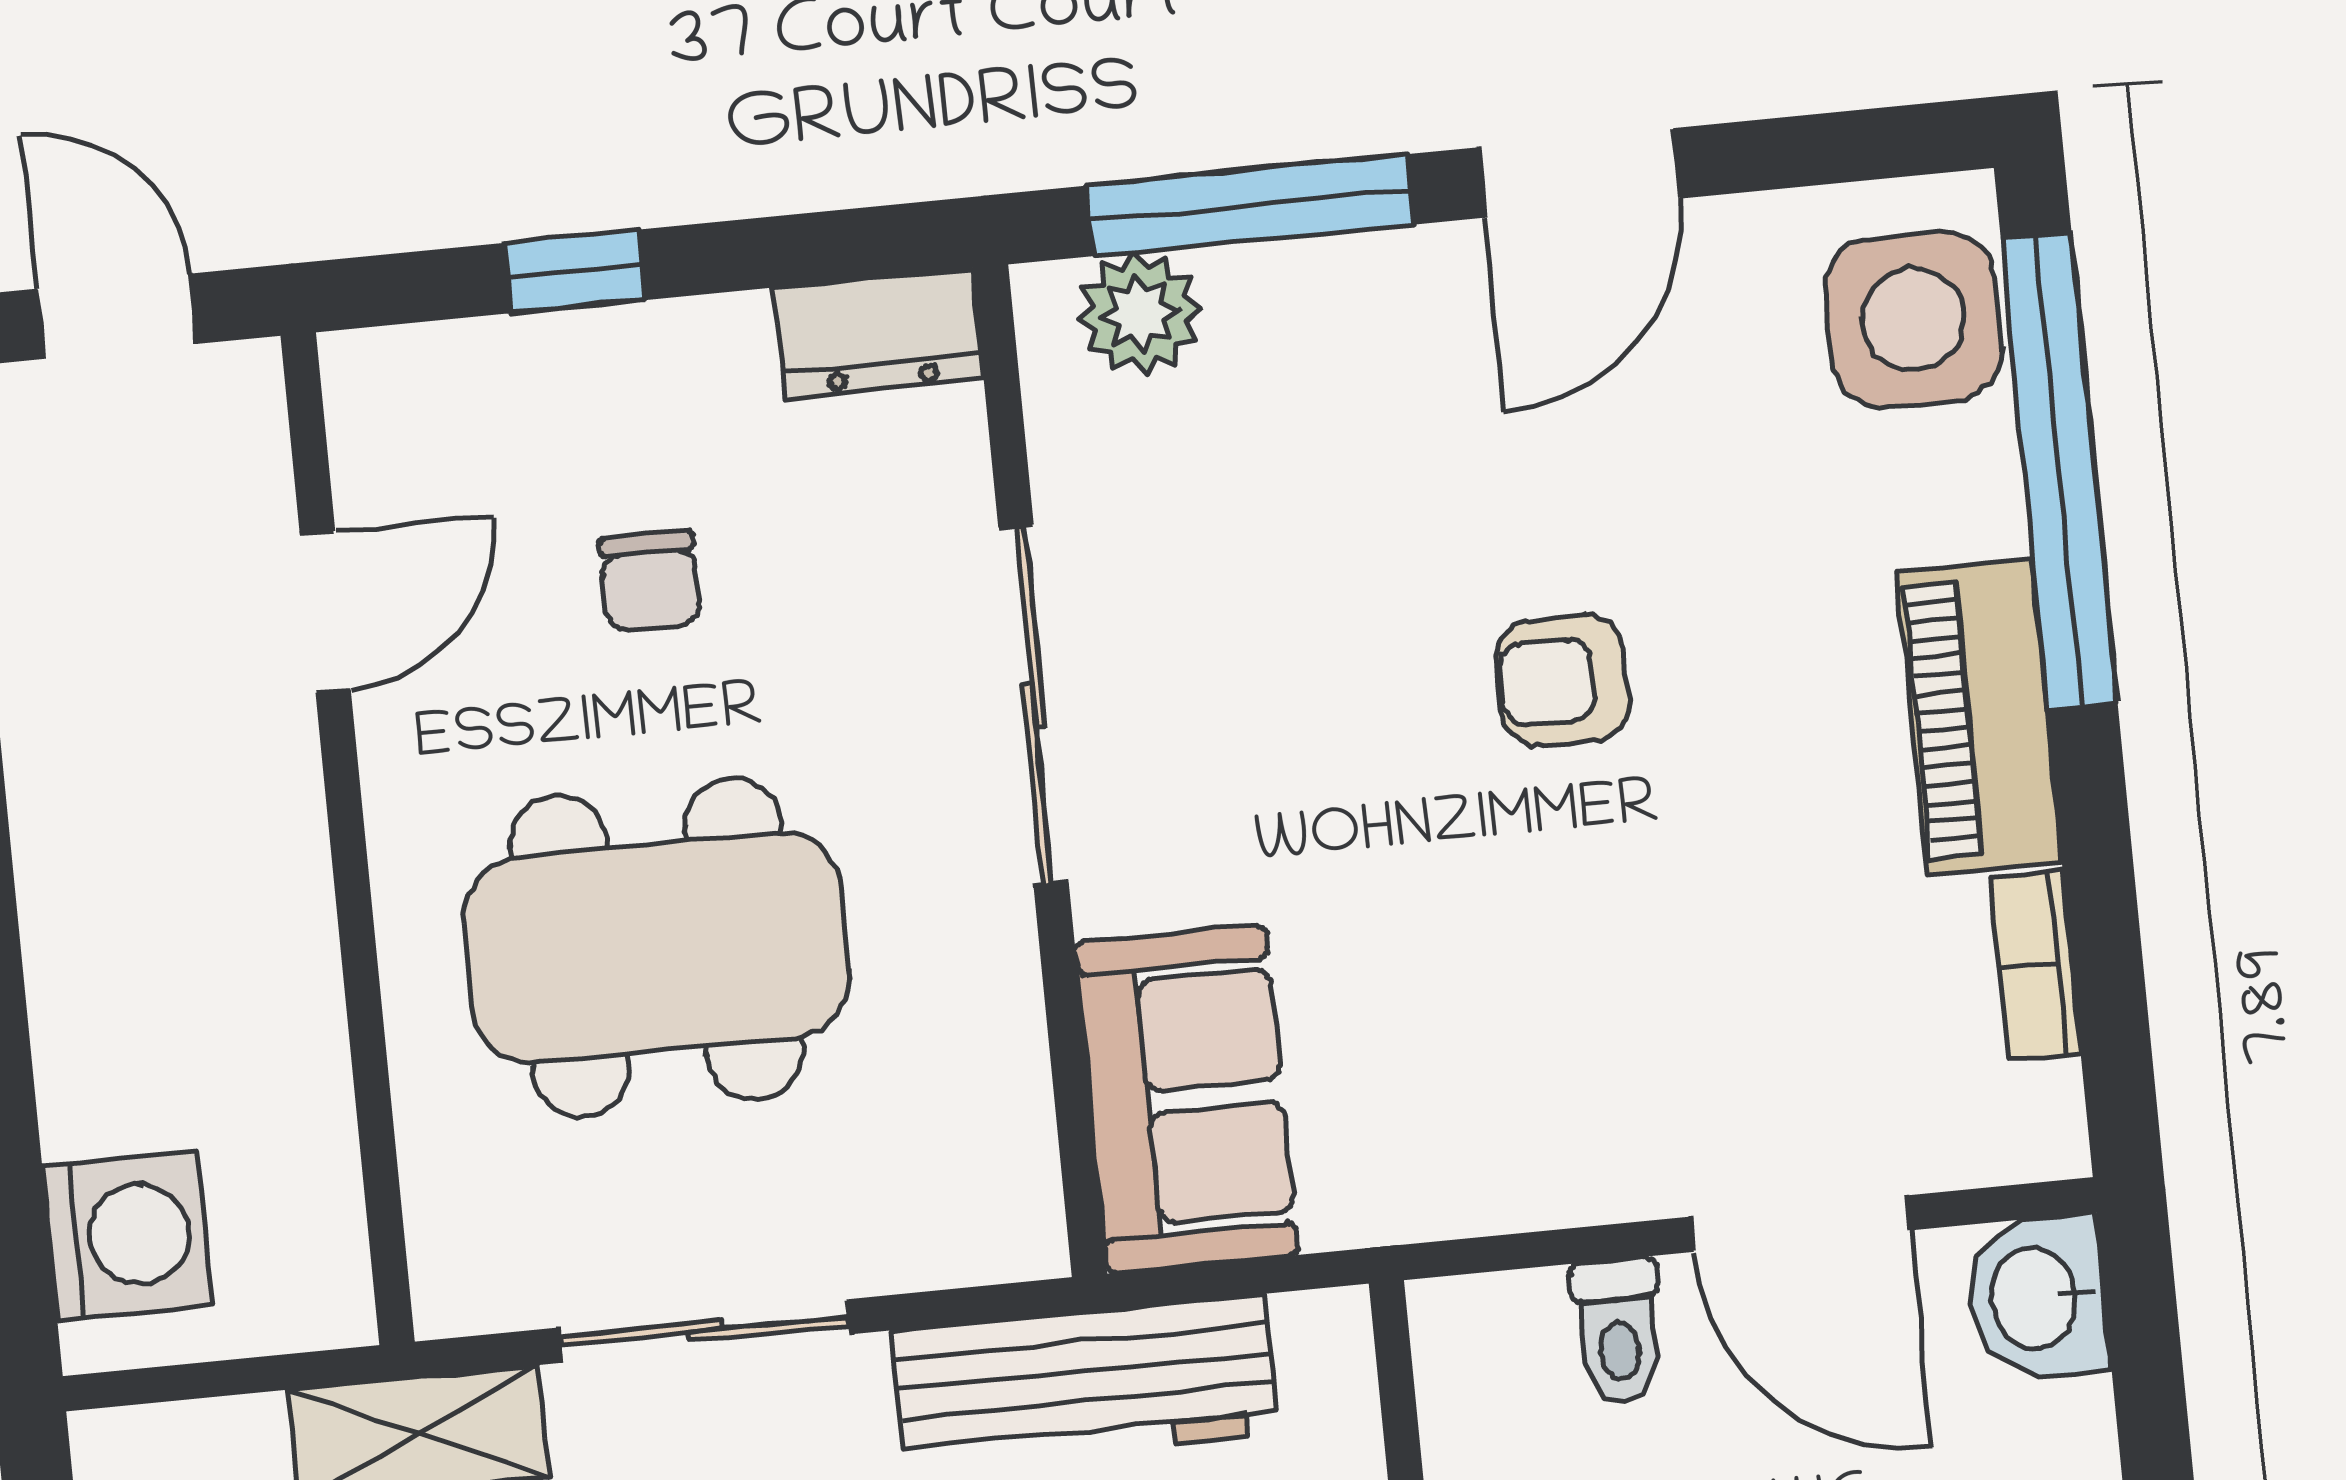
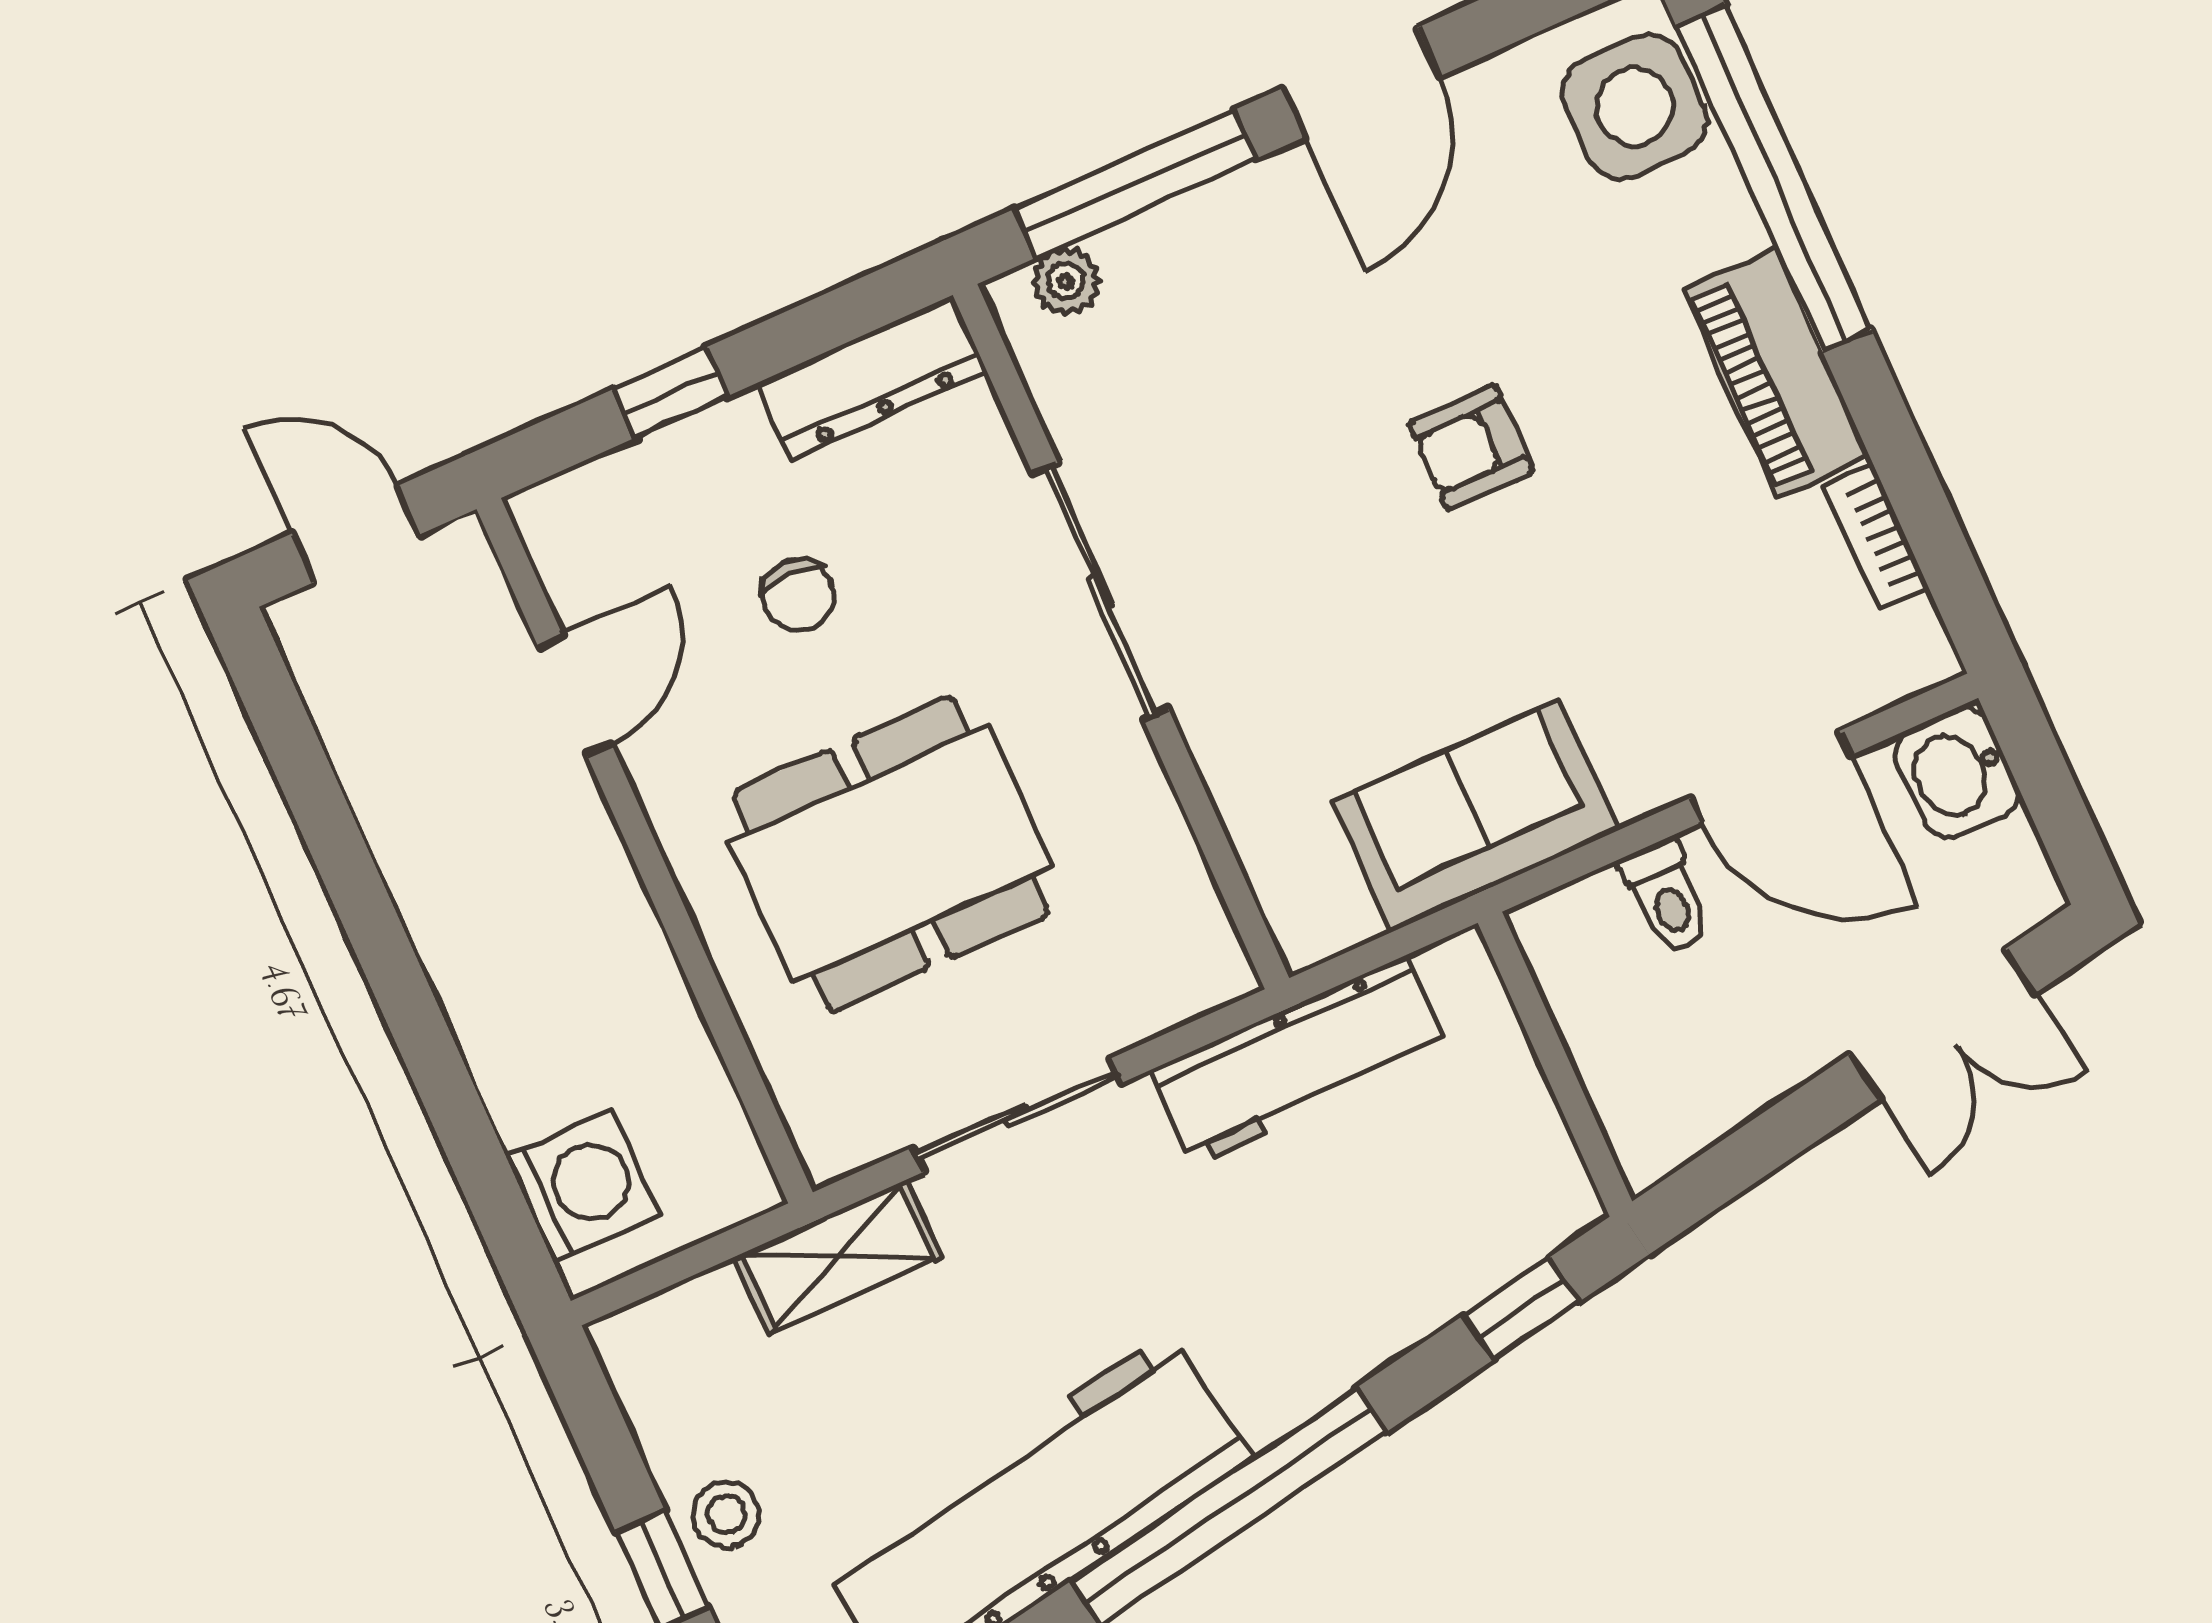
plant: (1140, 314) -> (1066, 281), width x0.73, depth x0.73
dresser: (879, 333) -> (872, 377), width x1.44
sofa: (1187, 1099) -> (1475, 816), moved, turned -90

